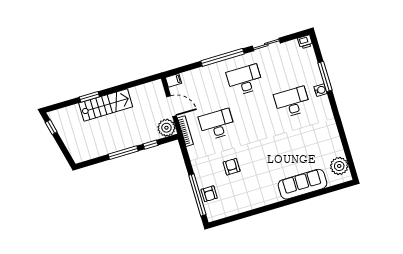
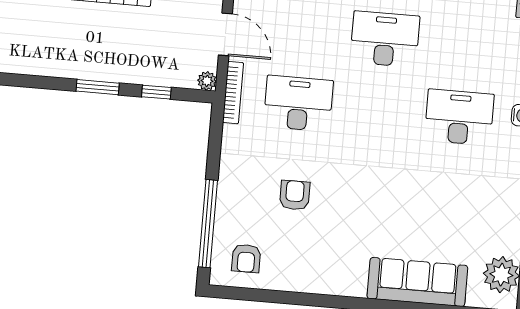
plant: (166, 128) -> (207, 81), width x0.53, depth x0.53
window: (123, 153) -> (98, 87), width x0.69
armchair: (209, 194) -> (246, 258), moved

